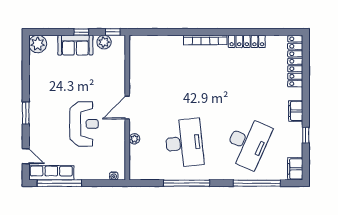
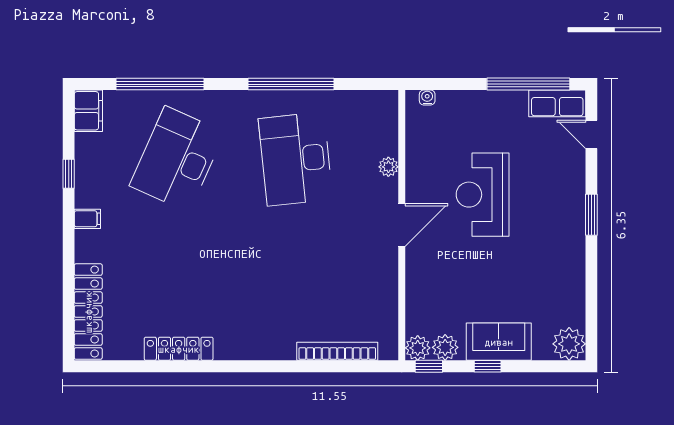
bookcase: (205, 40) -> (337, 351), moved
plant: (119, 42) -> (418, 348), added
filing cabinet: (296, 111) -> (87, 219), width x0.50
row of seats: (51, 173) -> (557, 103), width x0.68

